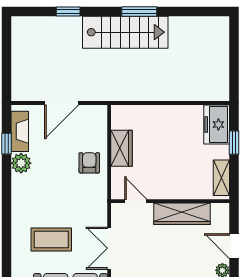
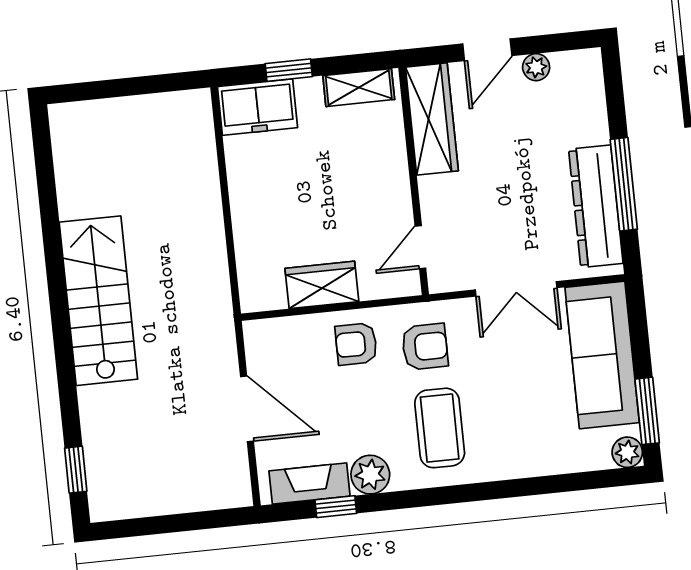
window: (68, 11) -> (76, 470), moved
window: (139, 11) -> (56, 278), removed
armchair: (84, 198) -> (425, 347), added
wardrobe: (182, 214) -> (432, 119), moved
coffee table: (51, 240) -> (440, 428), moved

